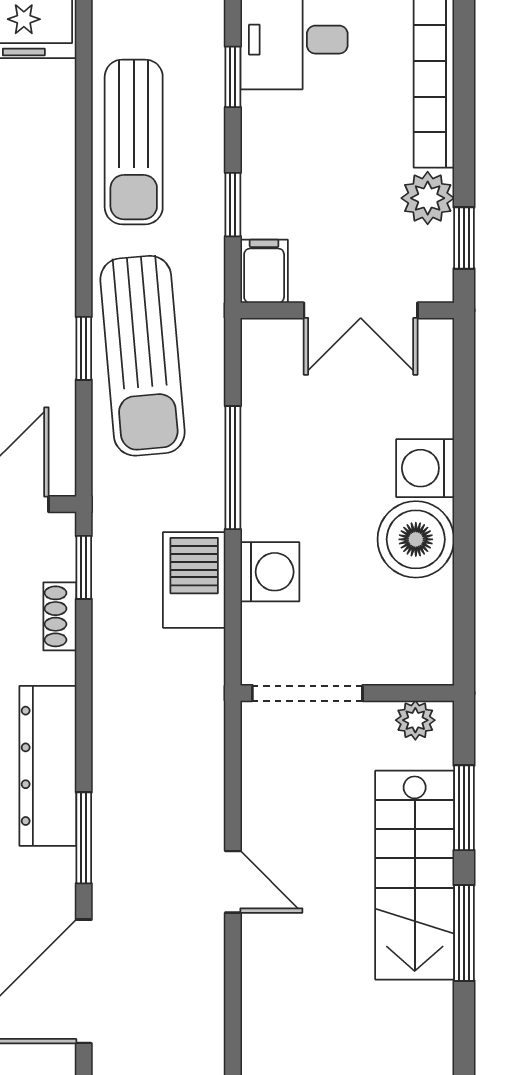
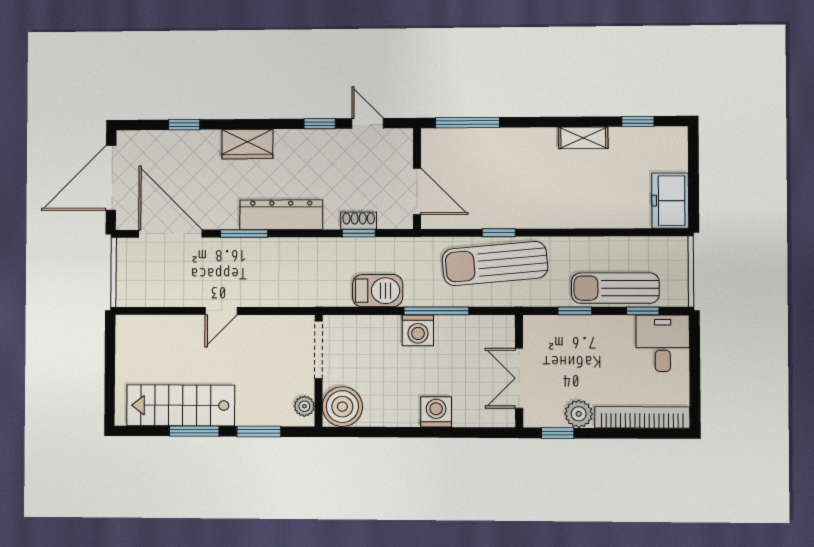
sun lounger: (134, 142) -> (615, 288), moved
filing cabinet: (264, 271) -> (540, 327), removed
boiler: (416, 539) -> (342, 407), moved
window: (84, 567) -> (359, 233), moved
washing machine: (270, 572) -> (418, 330), moved
stairs: (415, 875) -> (181, 405), moved

